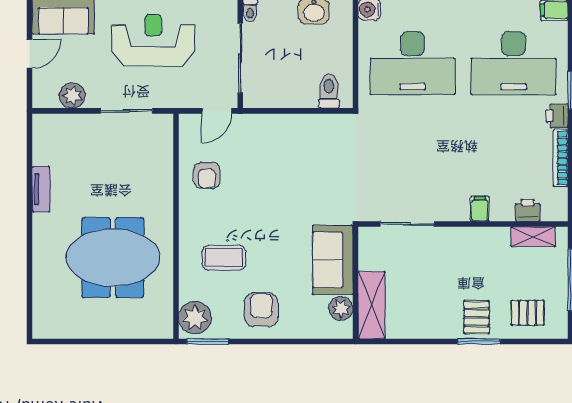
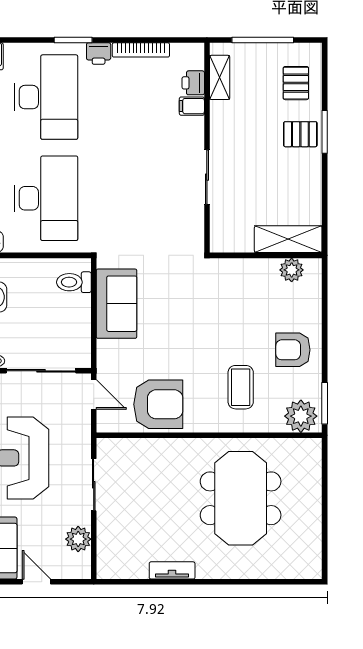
armchair: (207, 175) -> (158, 404), width x1.88, depth x1.88
filing cabinet: (480, 209) -> (192, 106), moved
sliding door: (407, 224) -> (207, 177), moved
sofa: (333, 260) -> (116, 304), moved, turned -90

